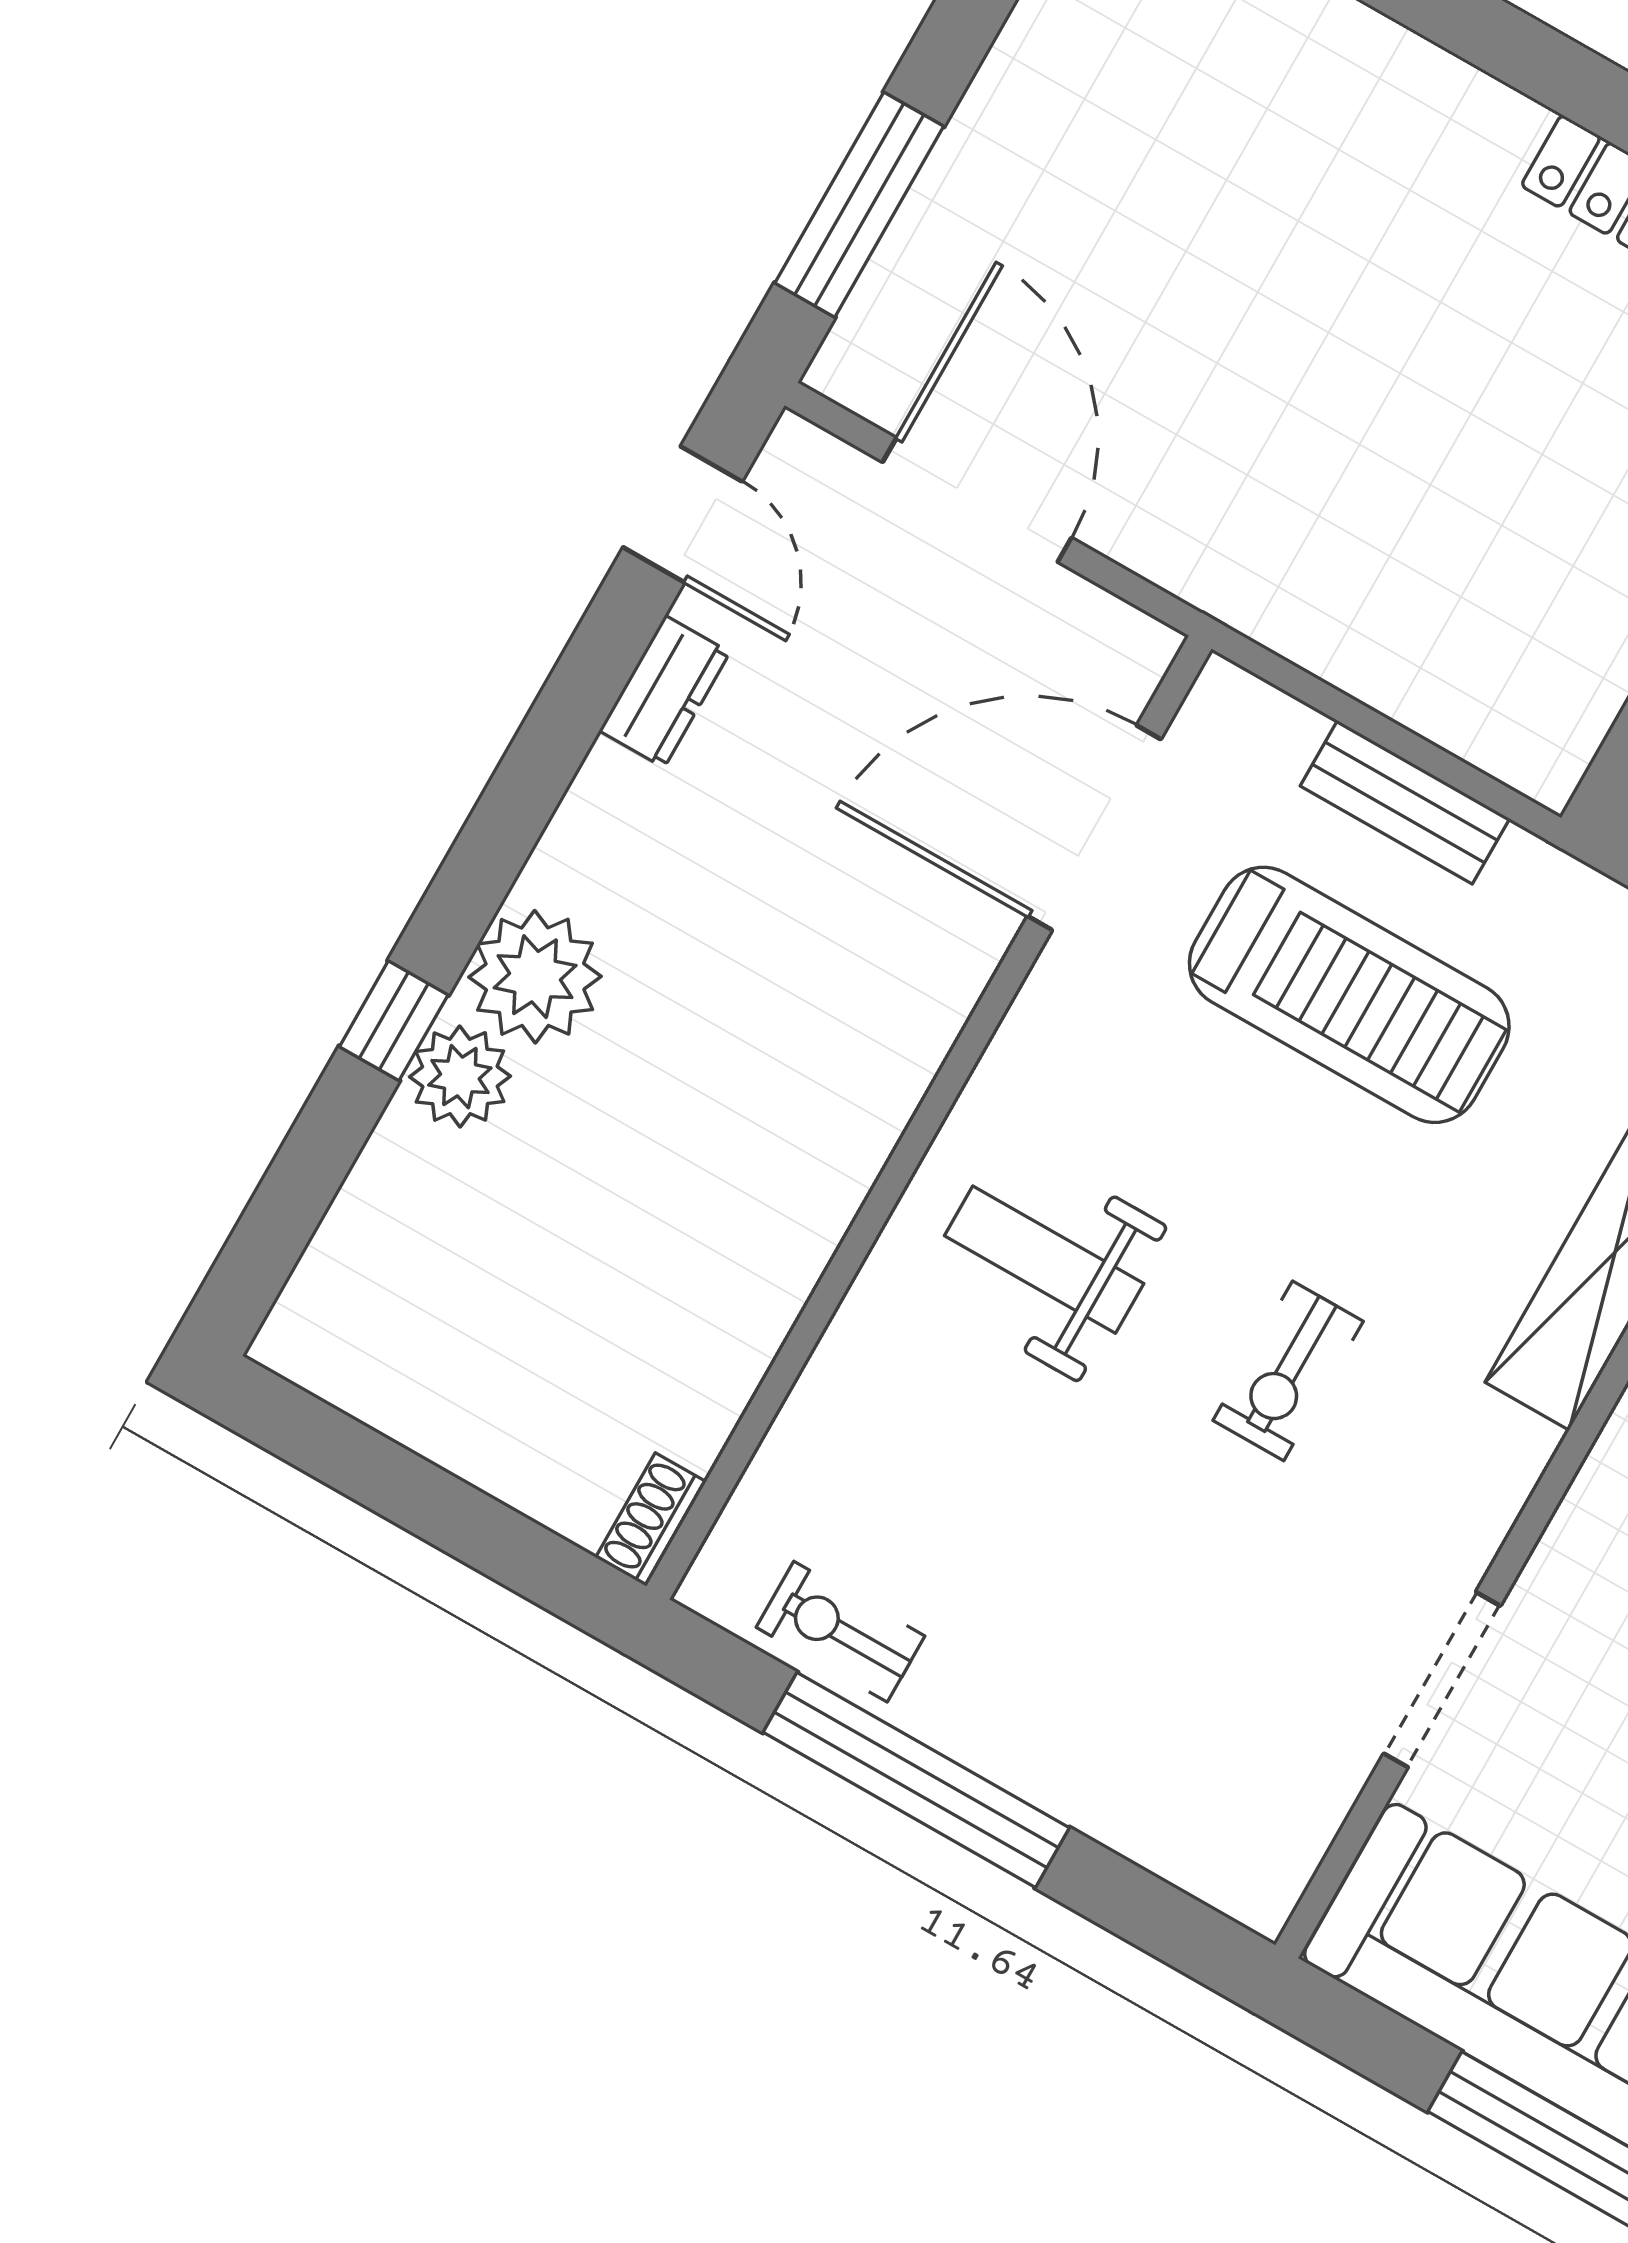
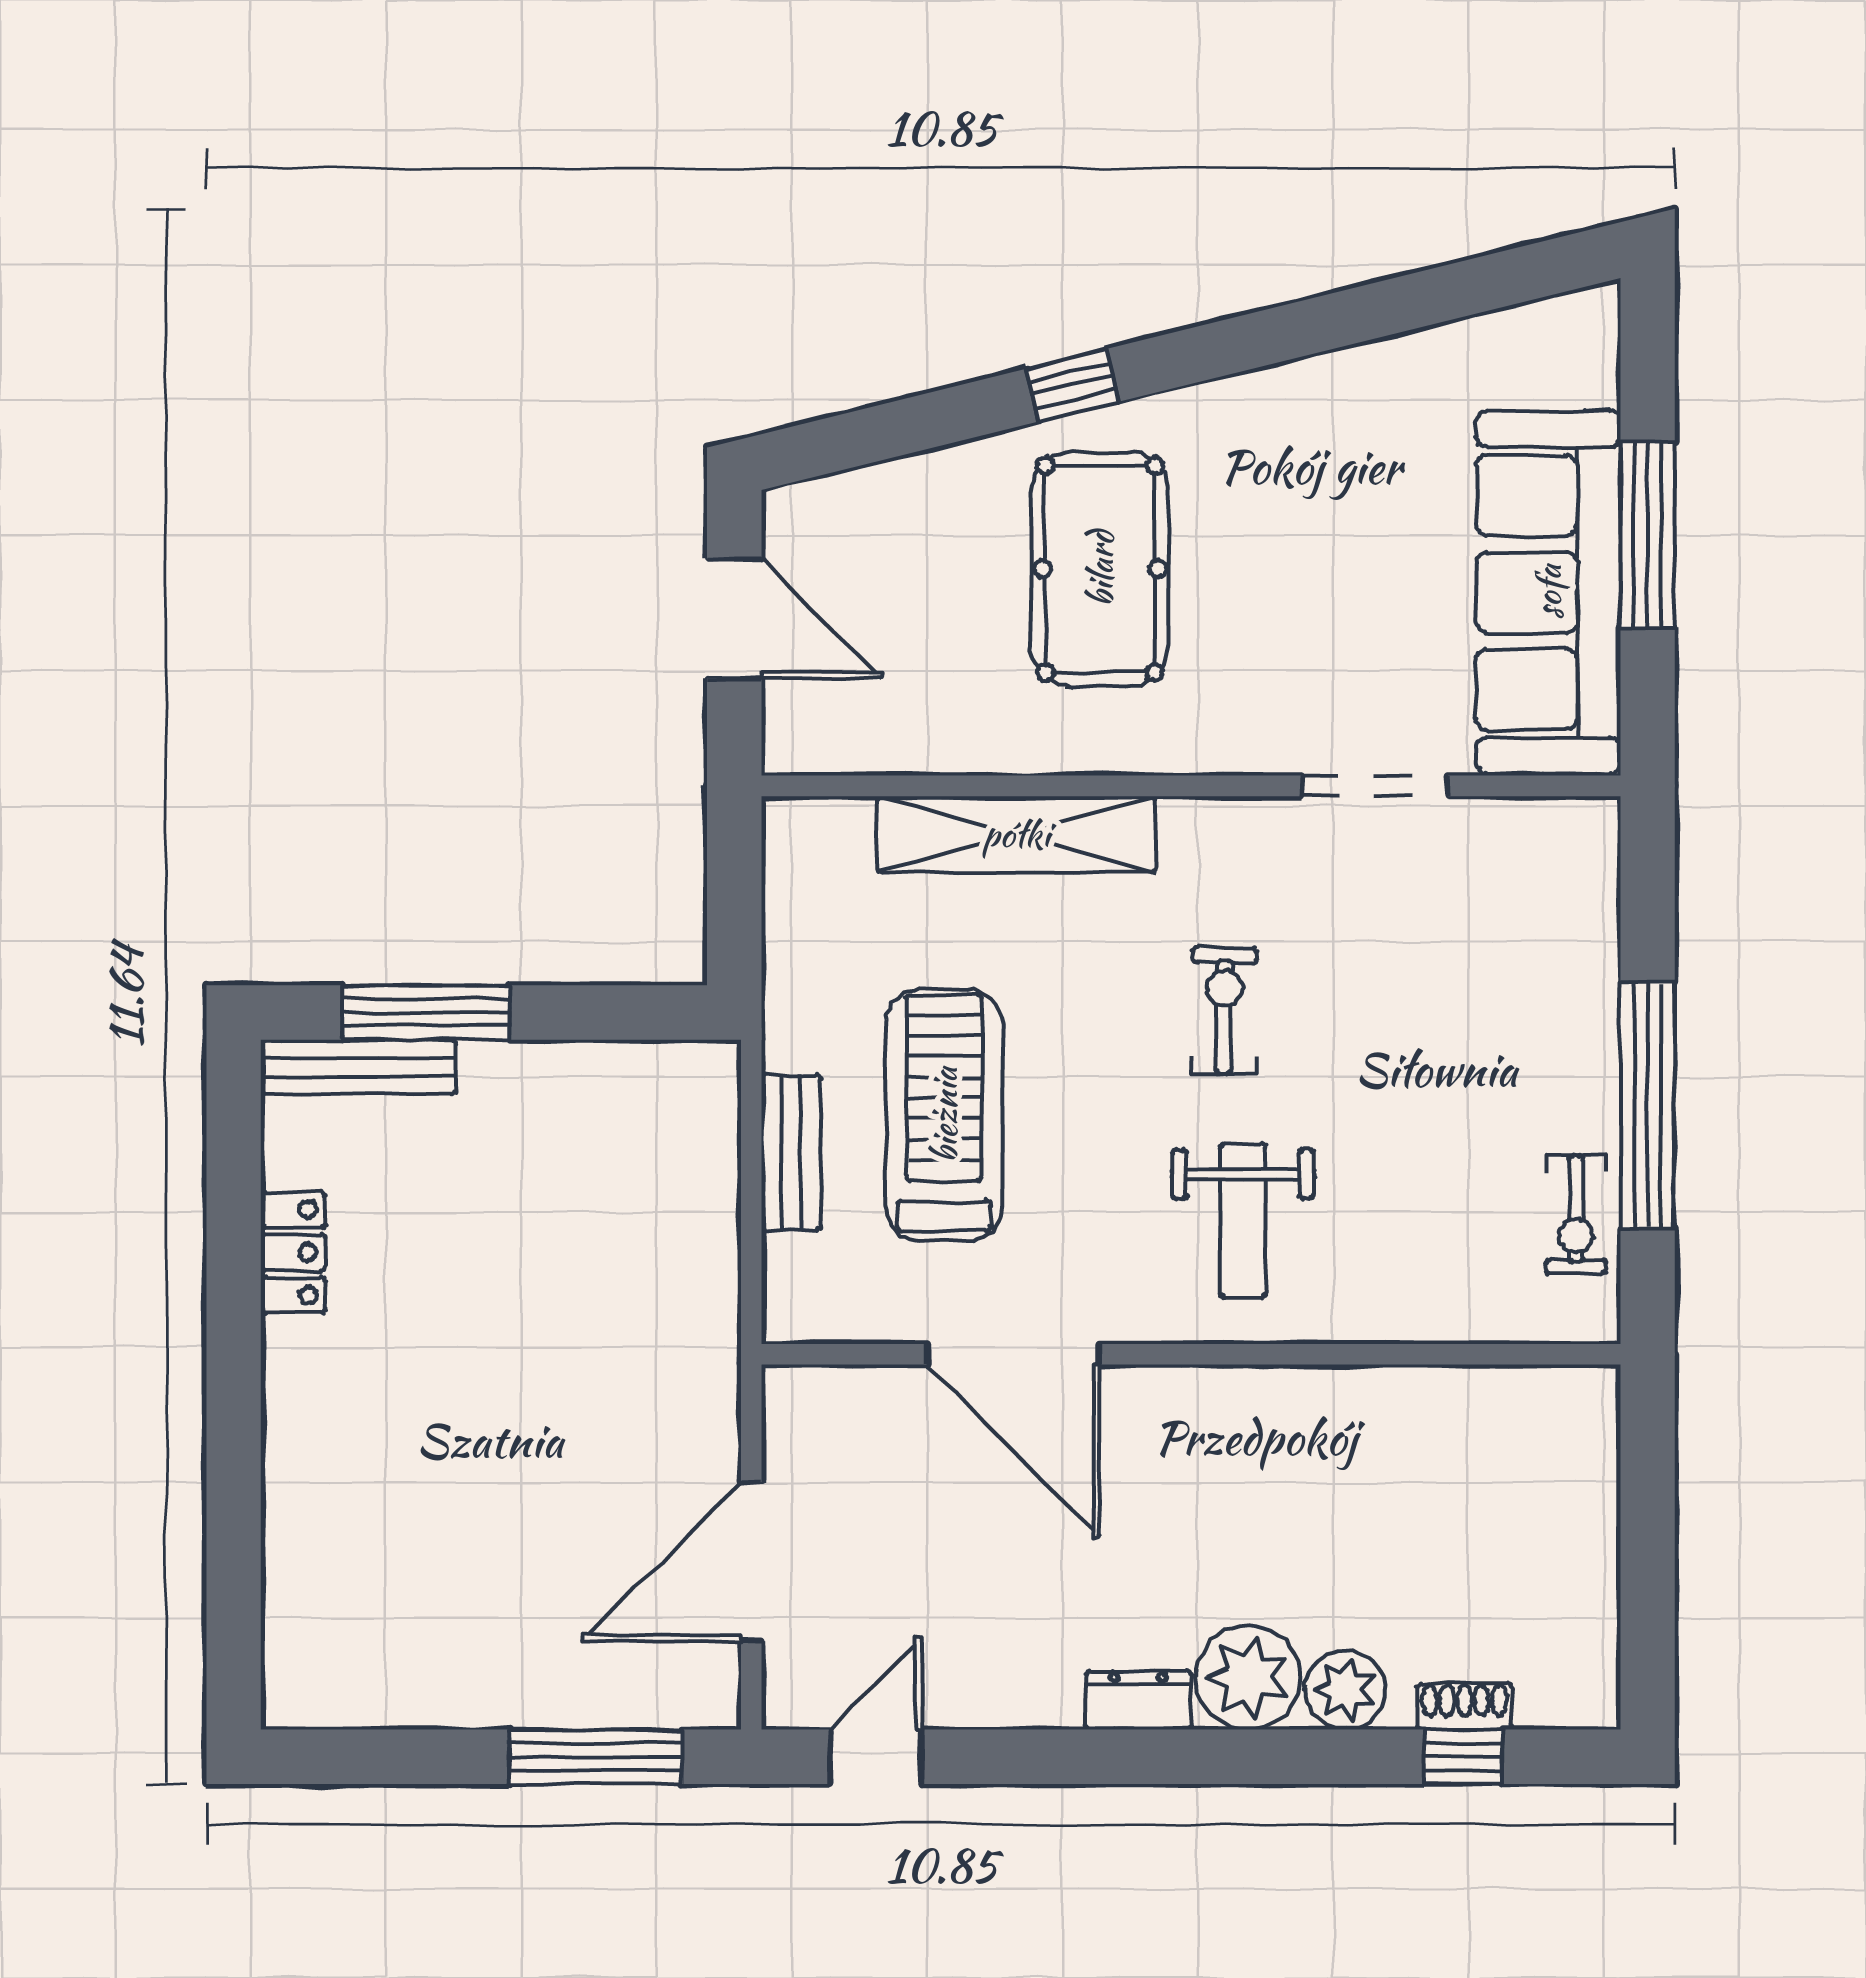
dresser: (665, 691) -> (1138, 1700), moved
door: (1094, 828) -> (1013, 1354), moved
window: (394, 1021) -> (1463, 1757), moved
exercise bike: (1288, 1371) -> (1224, 1011), turned -89
shoe rack: (651, 1520) -> (1464, 1707), moved, turned 180

